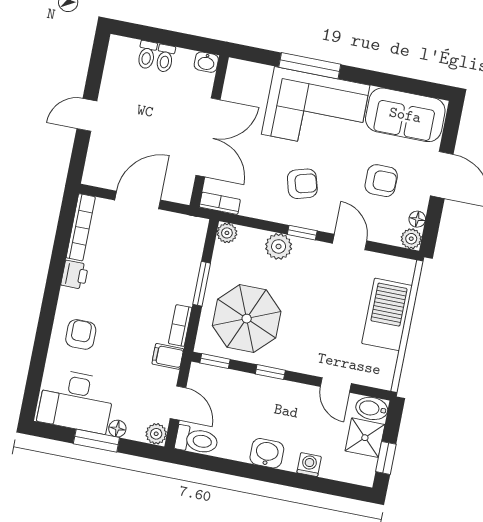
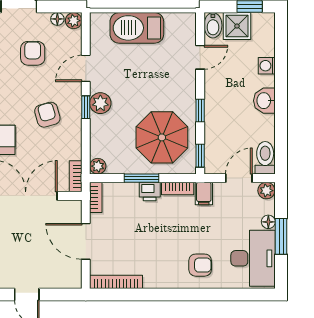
bookcase: (189, 223) -> (96, 197), added
plant: (279, 246) -> (100, 103), moved
printer: (75, 275) -> (150, 191), moved, turned 180
armchair: (81, 334) -> (200, 265), turned 180

